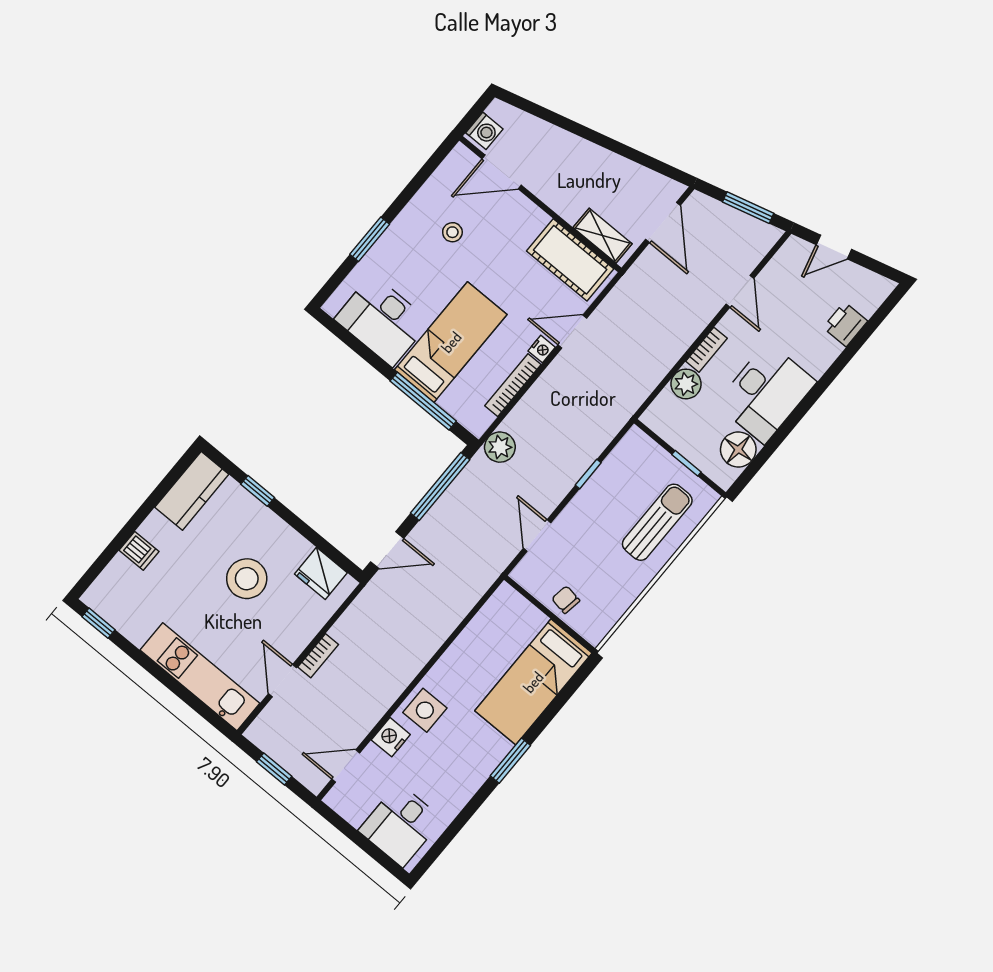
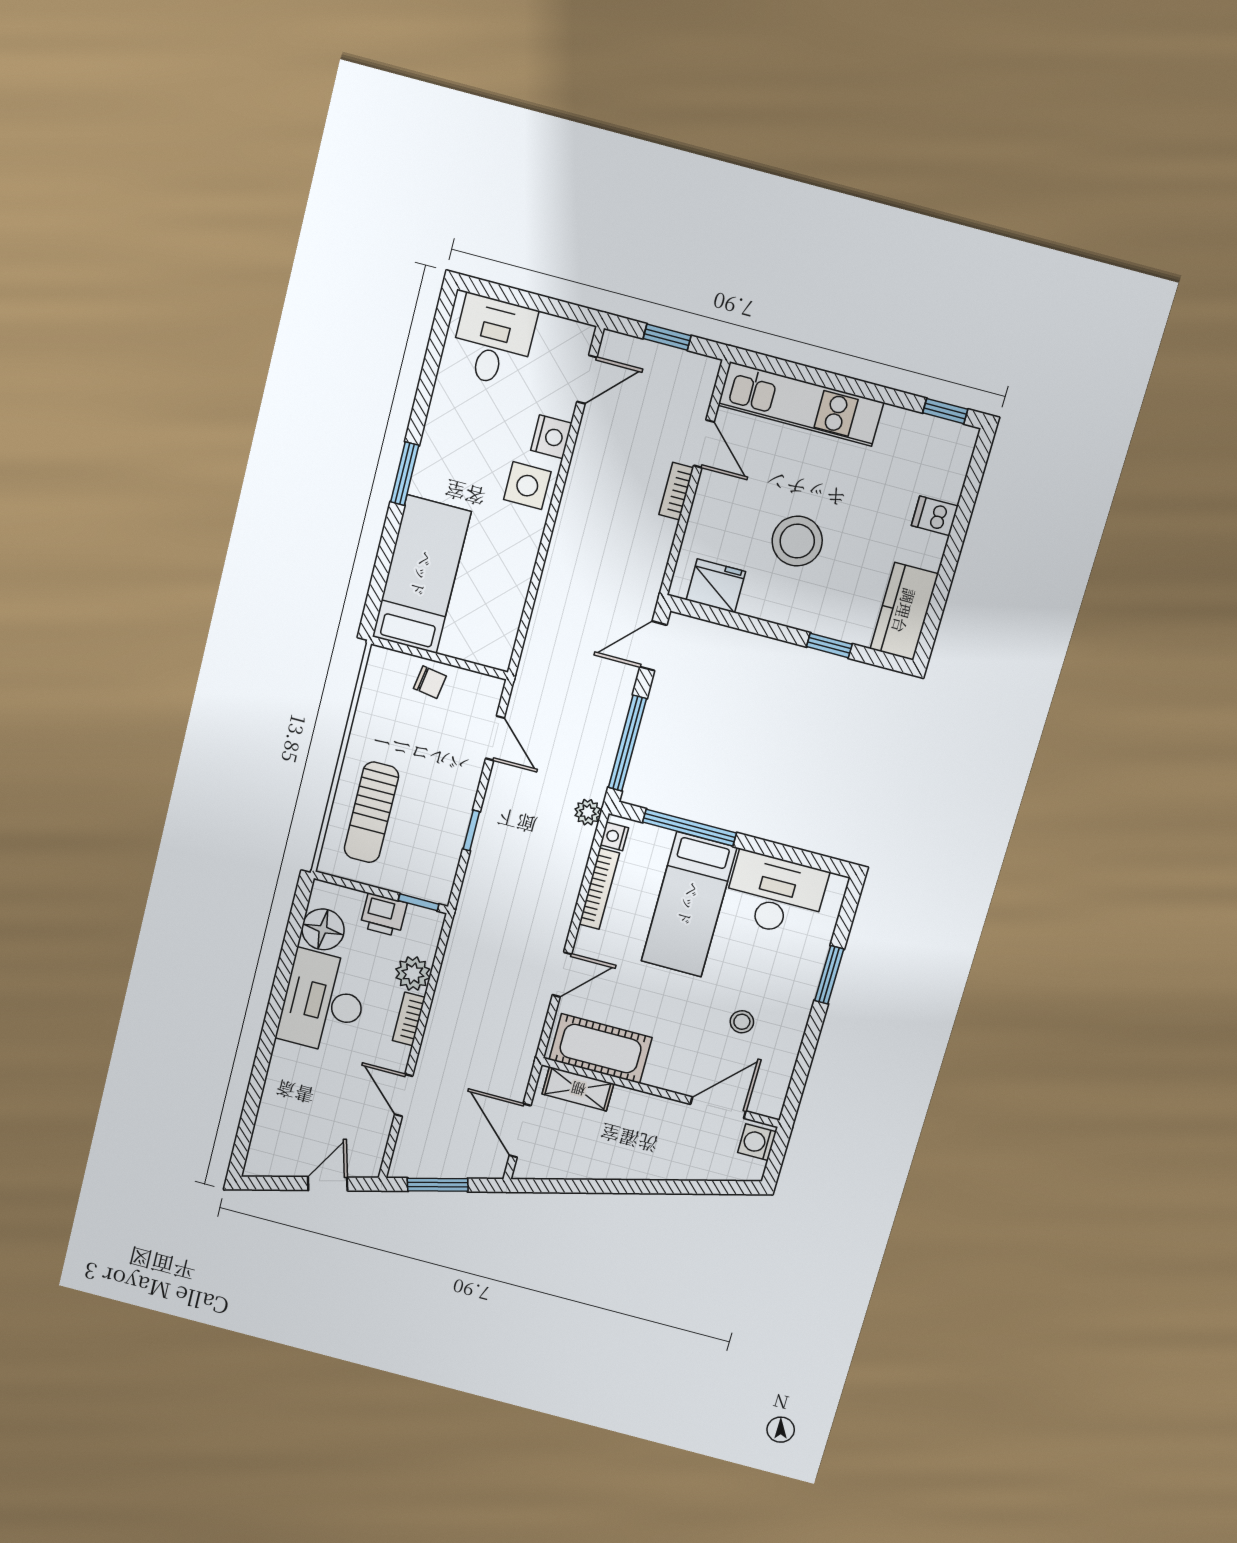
printer: (845, 324) -> (384, 915), moved, turned 90
nightstand: (542, 349) -> (614, 836), moved
plant: (500, 447) -> (588, 812), width x0.73, depth x0.73
window: (686, 463) -> (419, 902), moved

